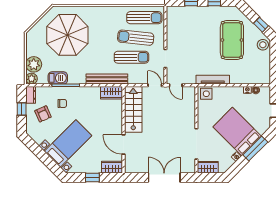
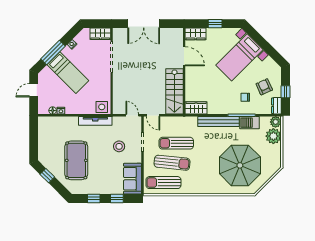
sofa: (175, 22) -> (132, 179), added
stool: (263, 45) -> (119, 146), moved
bench: (107, 79) -> (218, 121), moved
bed: (237, 132) -> (68, 73), width x0.67

